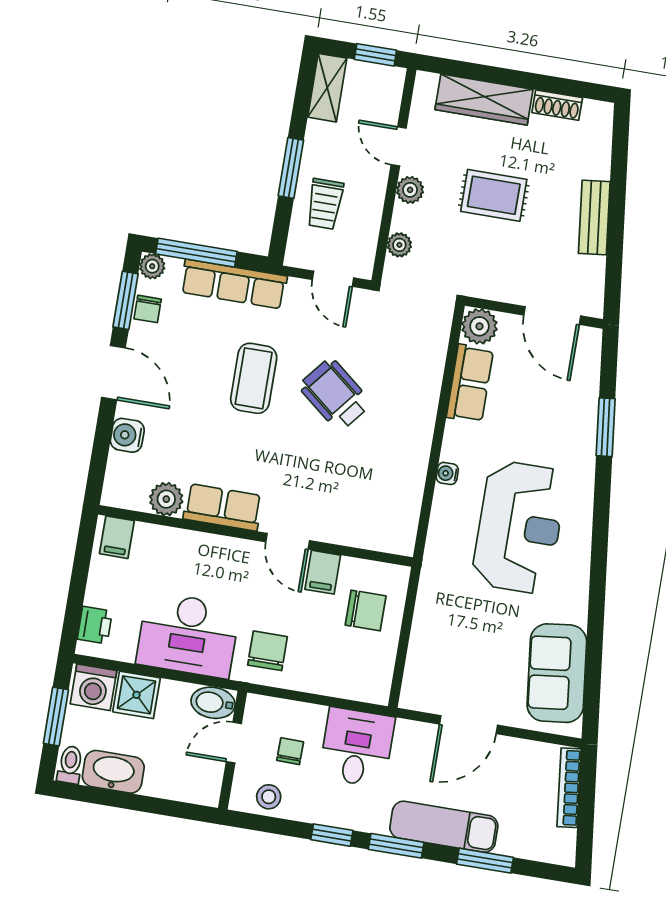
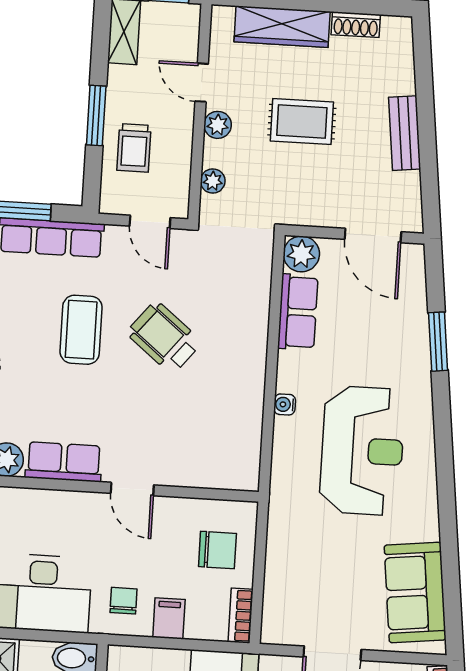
filing cabinet: (323, 572) -> (169, 618), moved, turned 180
chair: (267, 651) -> (124, 601), width x0.73, depth x0.73
bookcase: (382, 678) -> (241, 616), added

